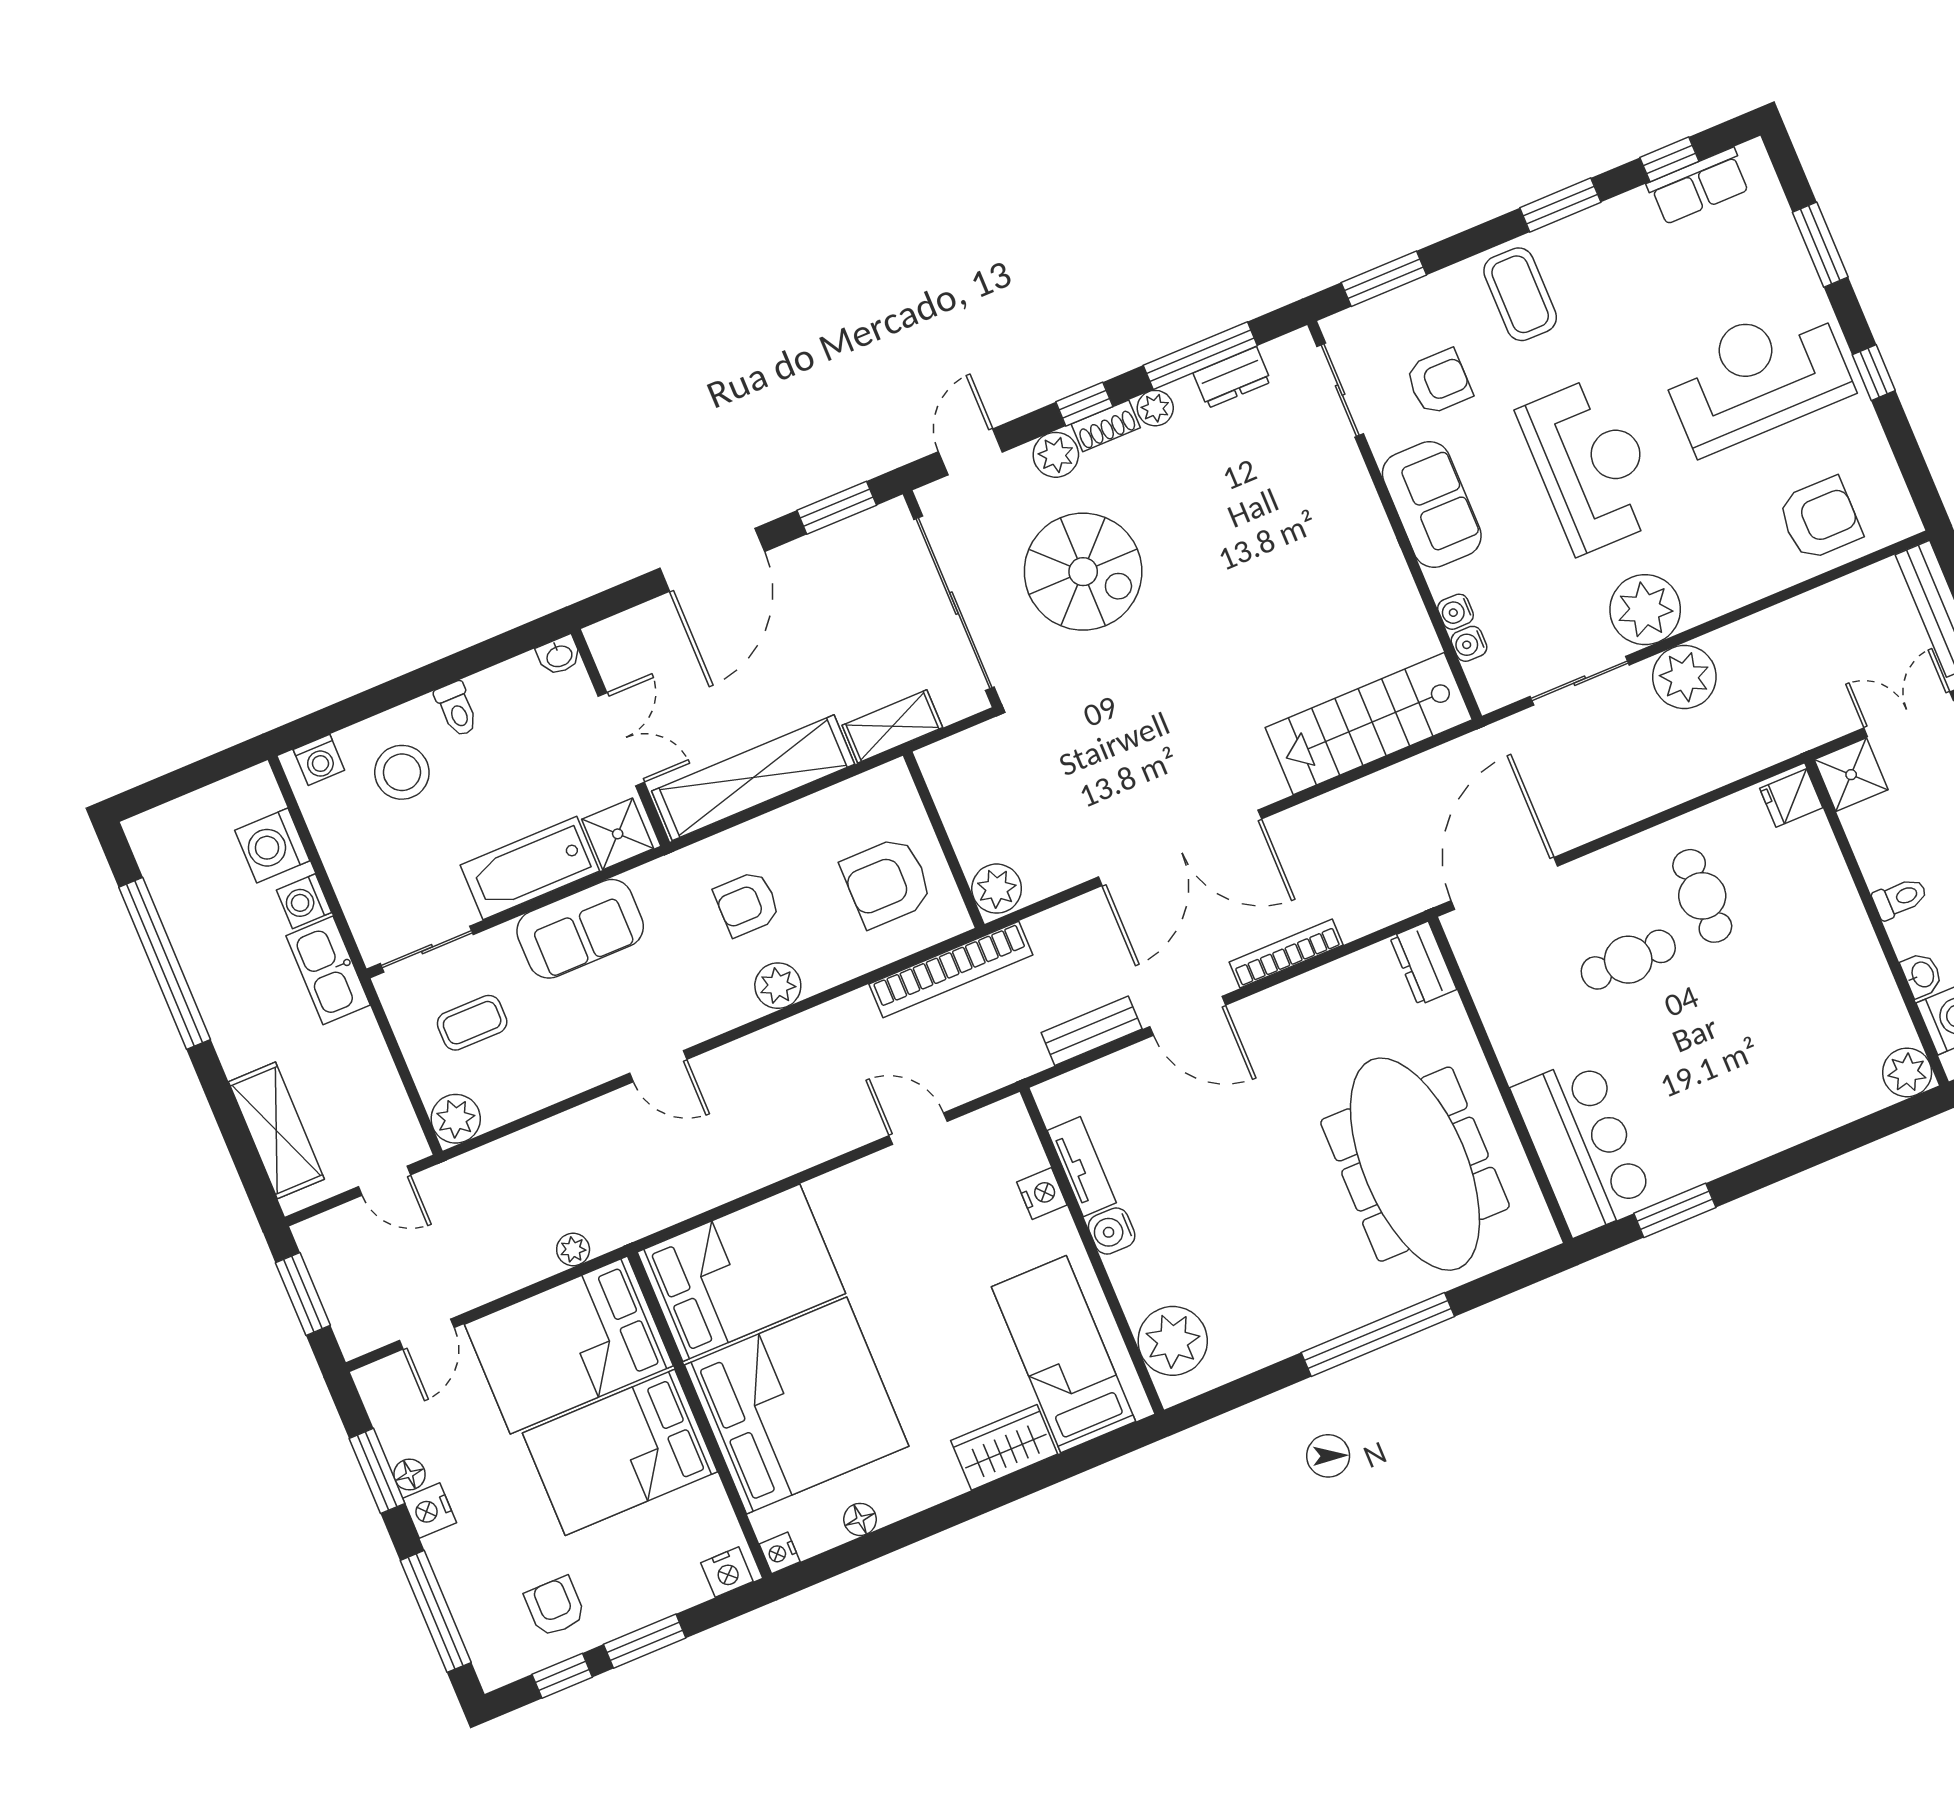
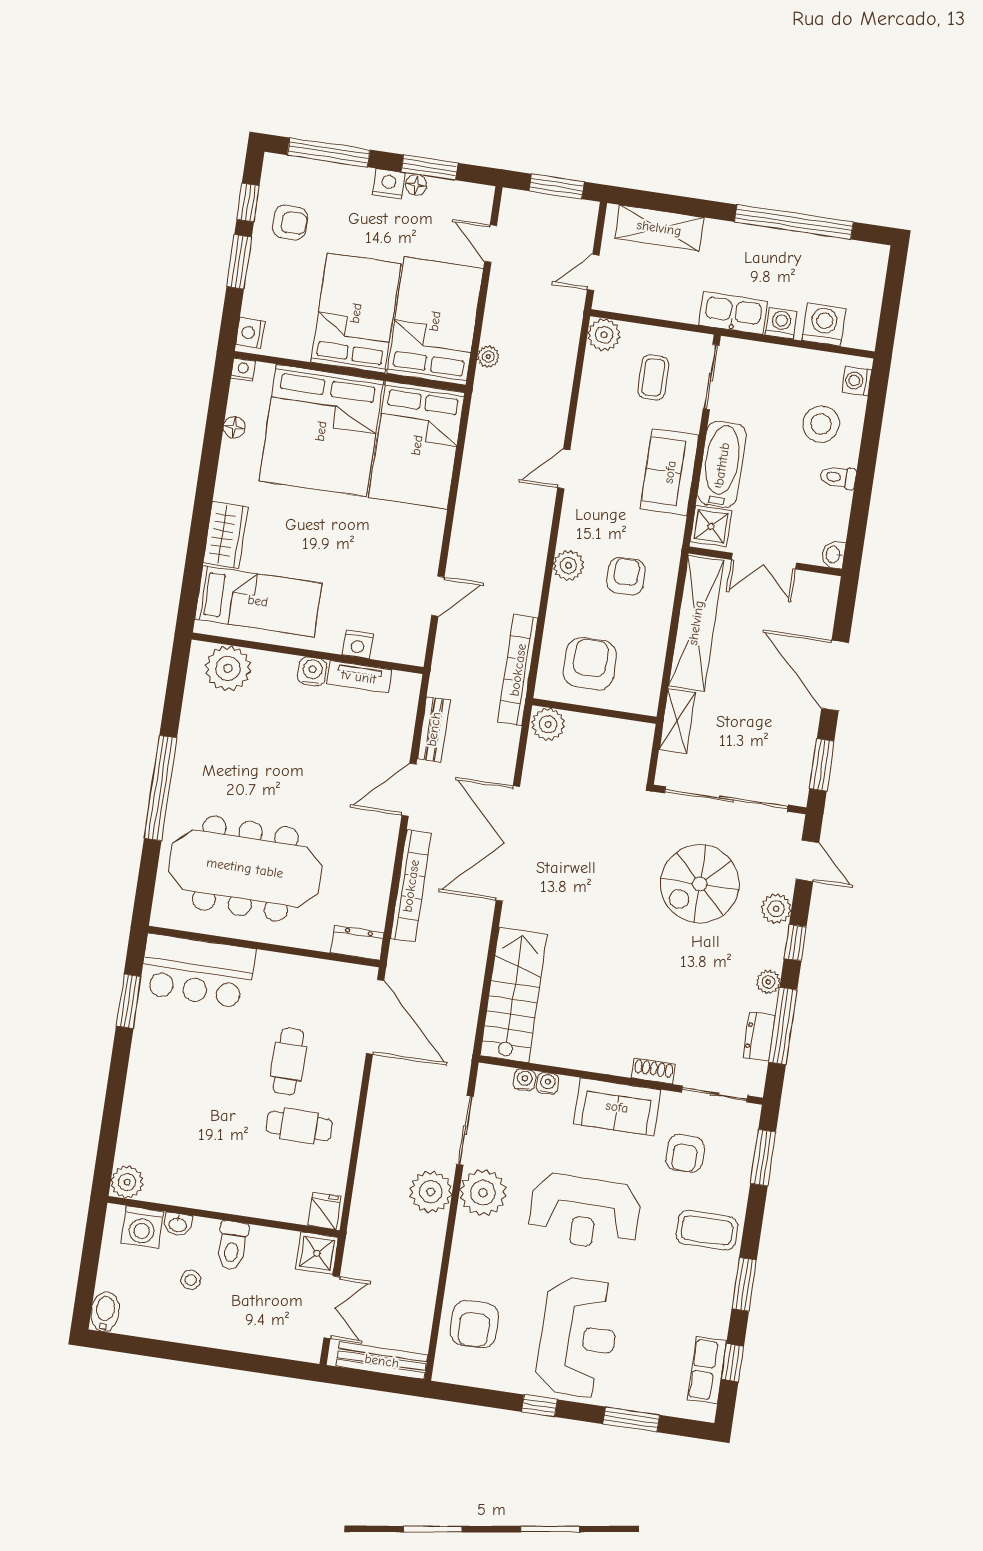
shoe rack: (1106, 426) -> (653, 1071), moved, turned 90
toilet: (1900, 898) -> (232, 1246), width x1.37, depth x1.39
bookcase: (1286, 953) -> (411, 886), width x1.48, depth x1.31

